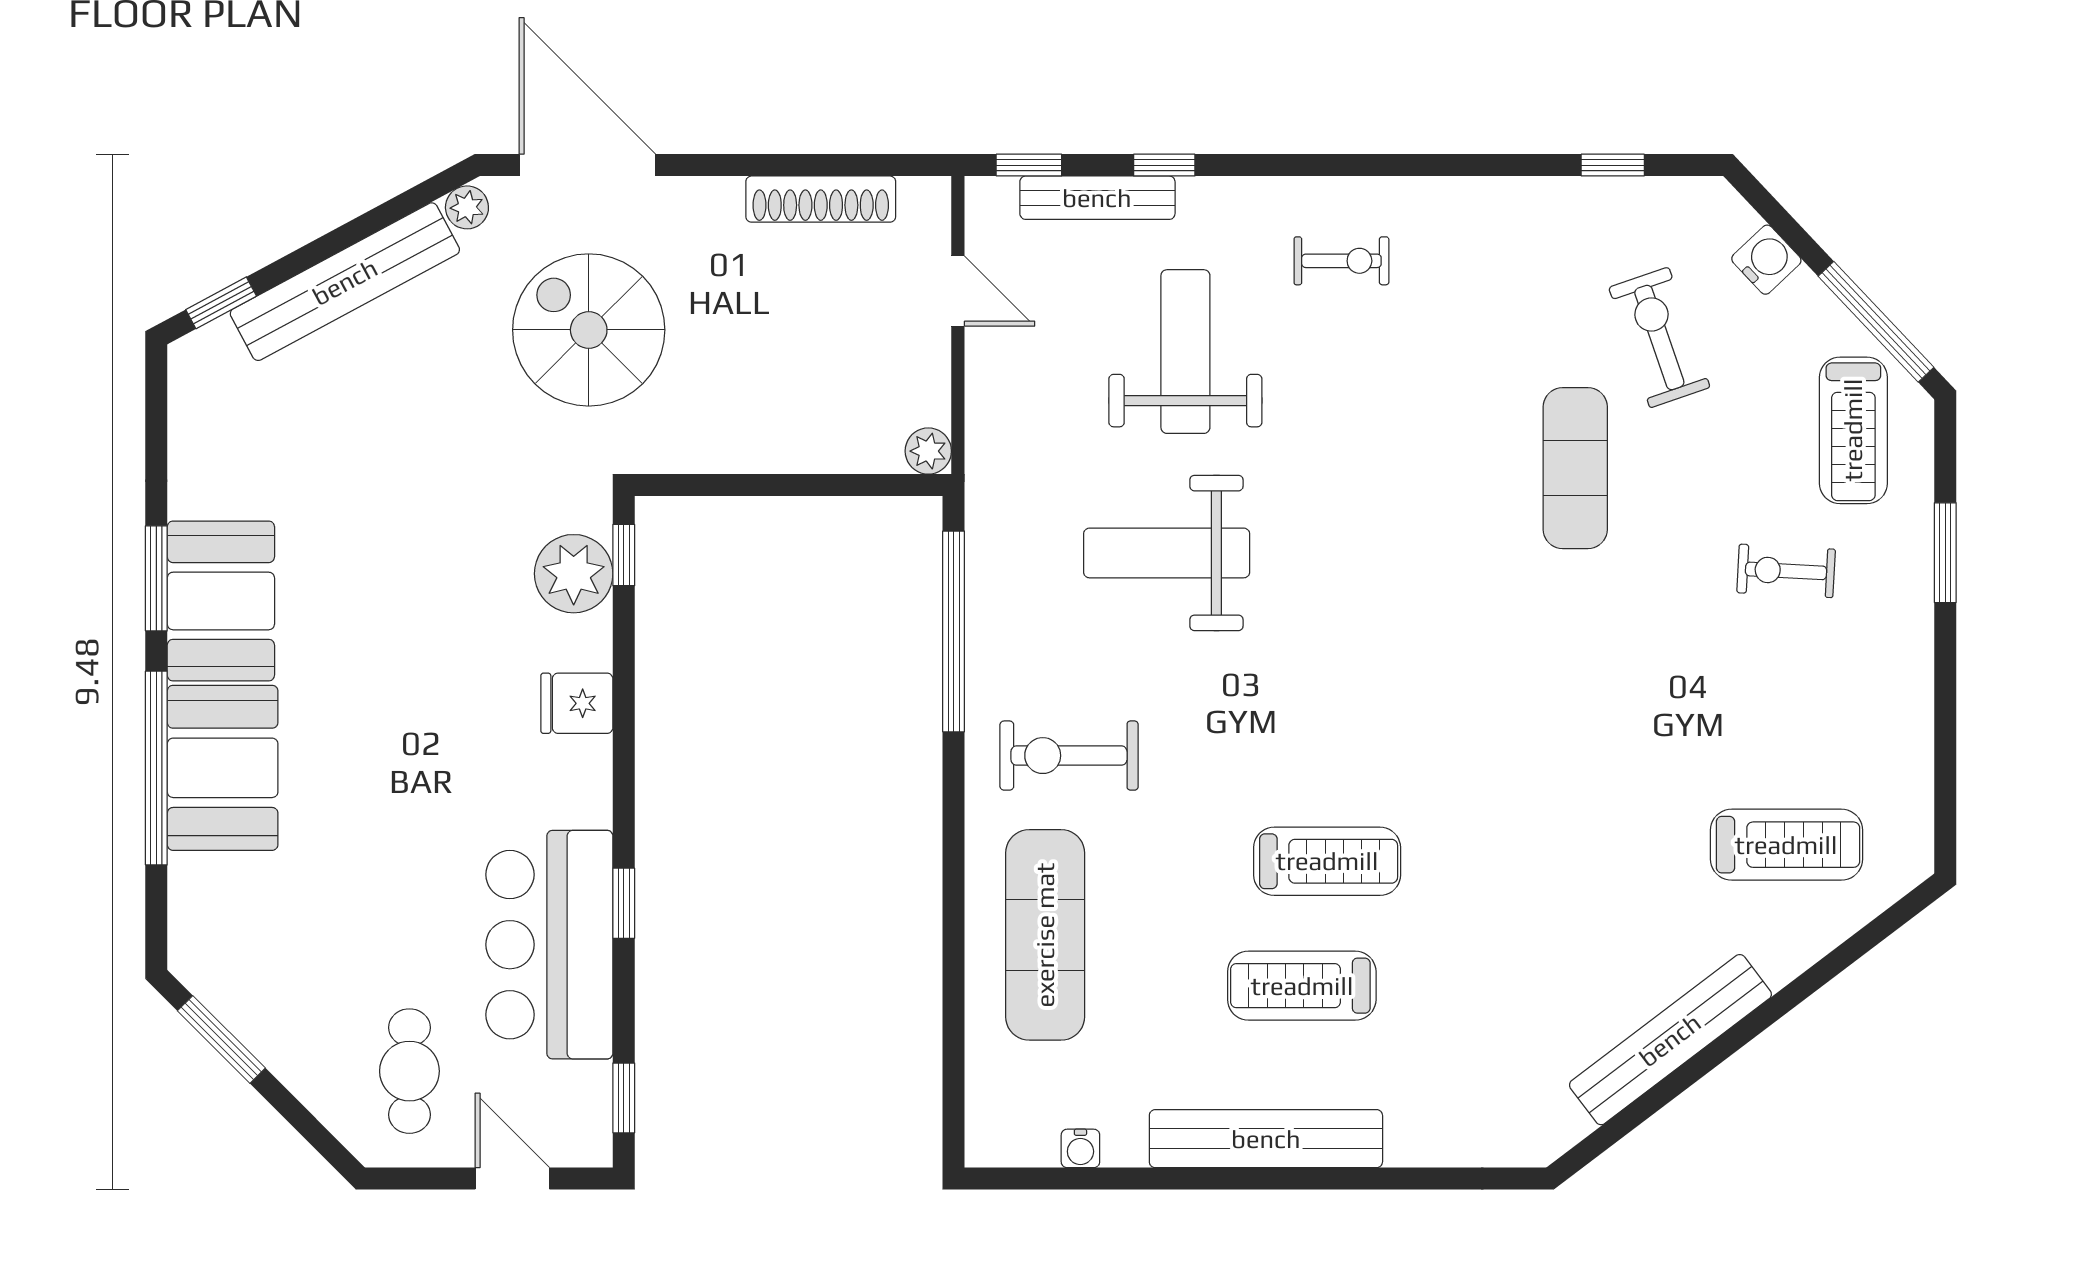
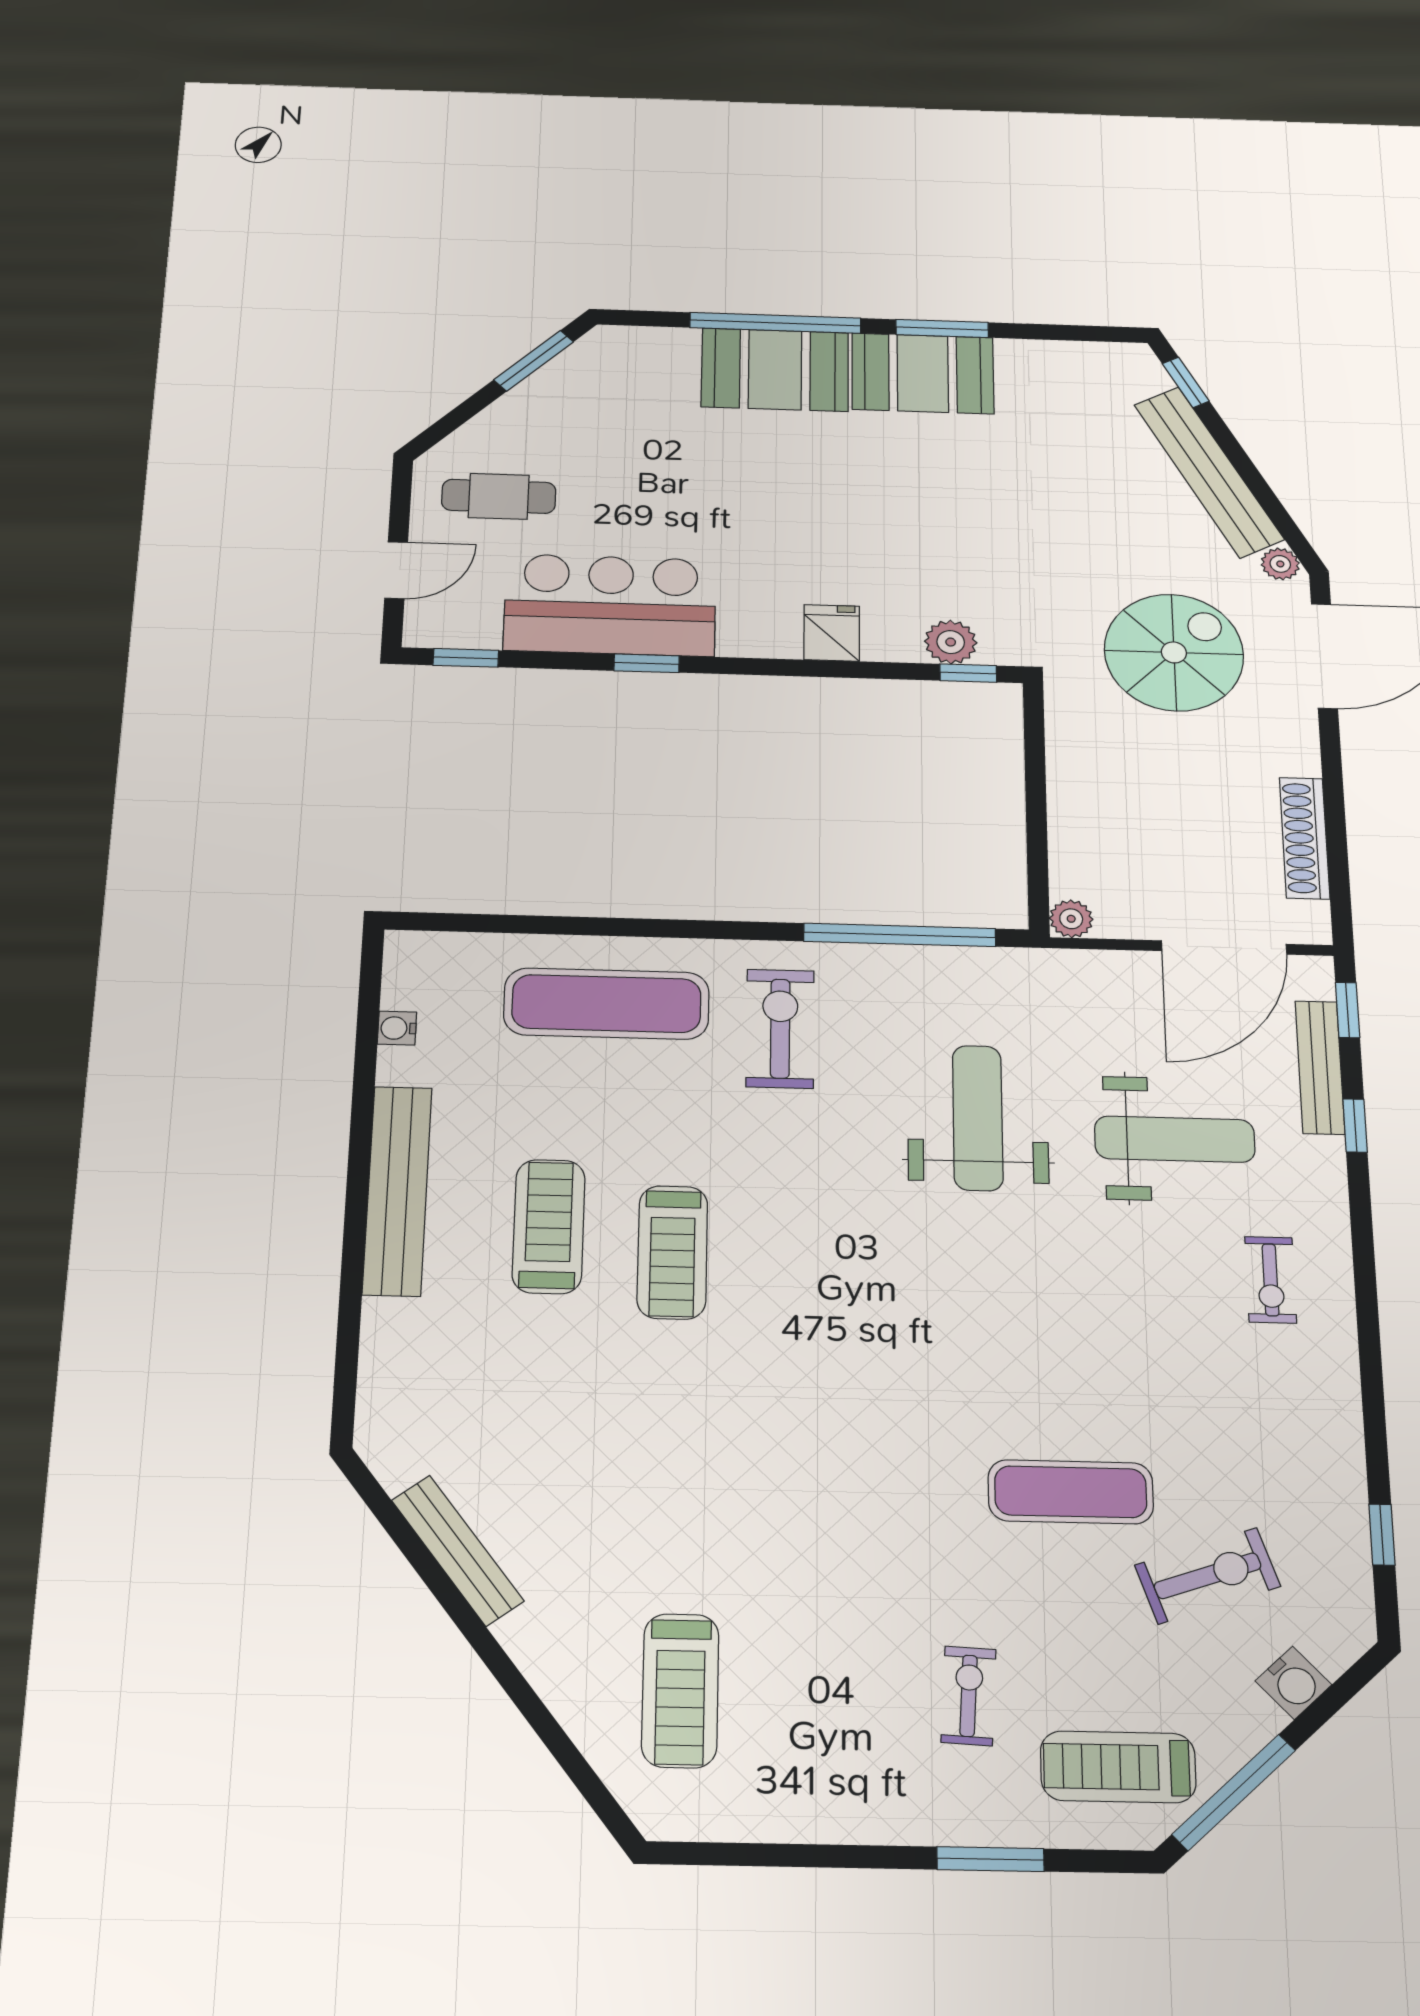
door: (958, 291) -> (1224, 948), width x1.88
plant: (574, 574) -> (951, 642), width x0.73, depth x0.73
bench: (1670, 1040) -> (458, 1550), width x0.73, depth x0.82

